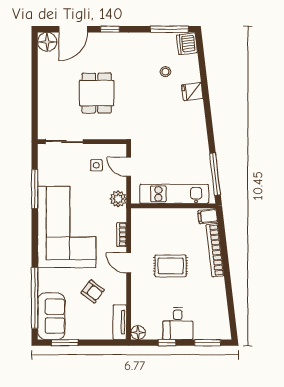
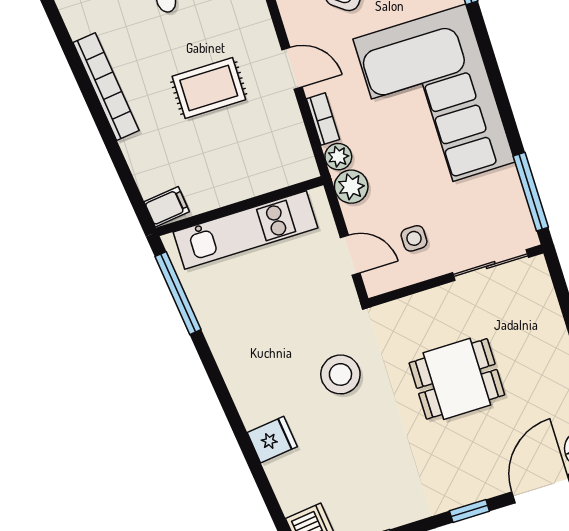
stool: (165, 72) -> (340, 374), moved, width x1.89, depth x1.89
dining table: (97, 93) -> (457, 379), turned 90
window: (35, 189) -> (531, 192), moved
plant: (120, 215) -> (338, 157), added
bookcase: (215, 250) -> (106, 87), moved

